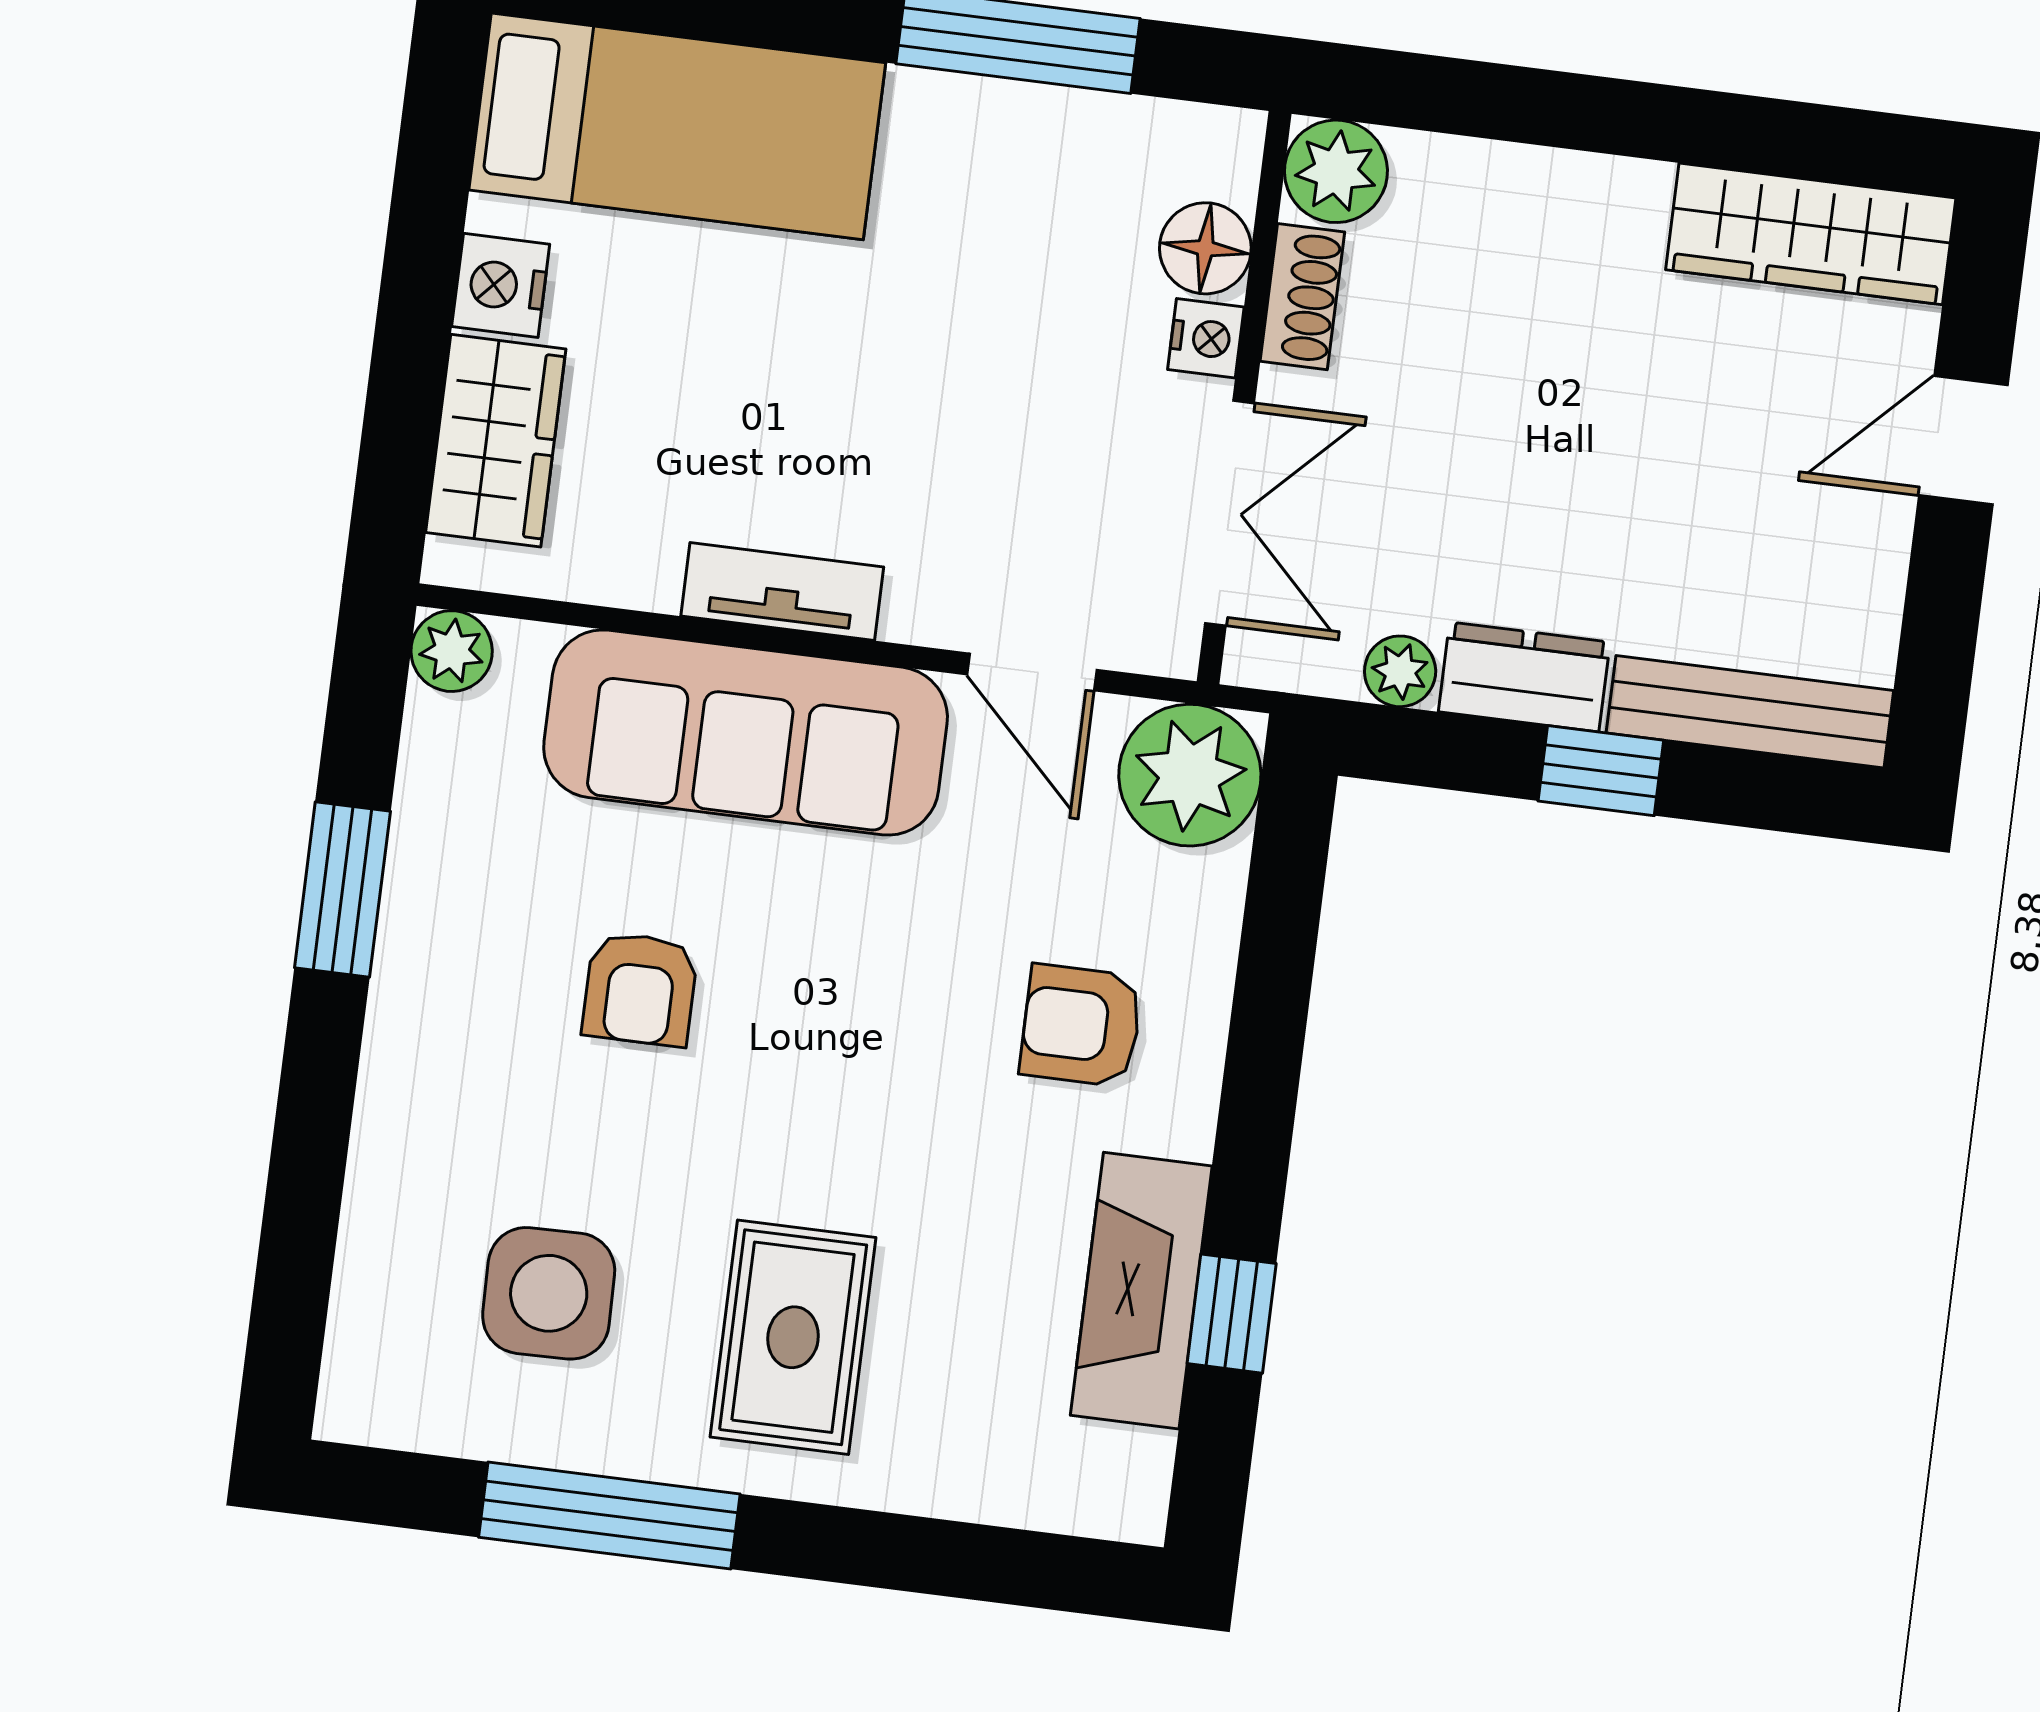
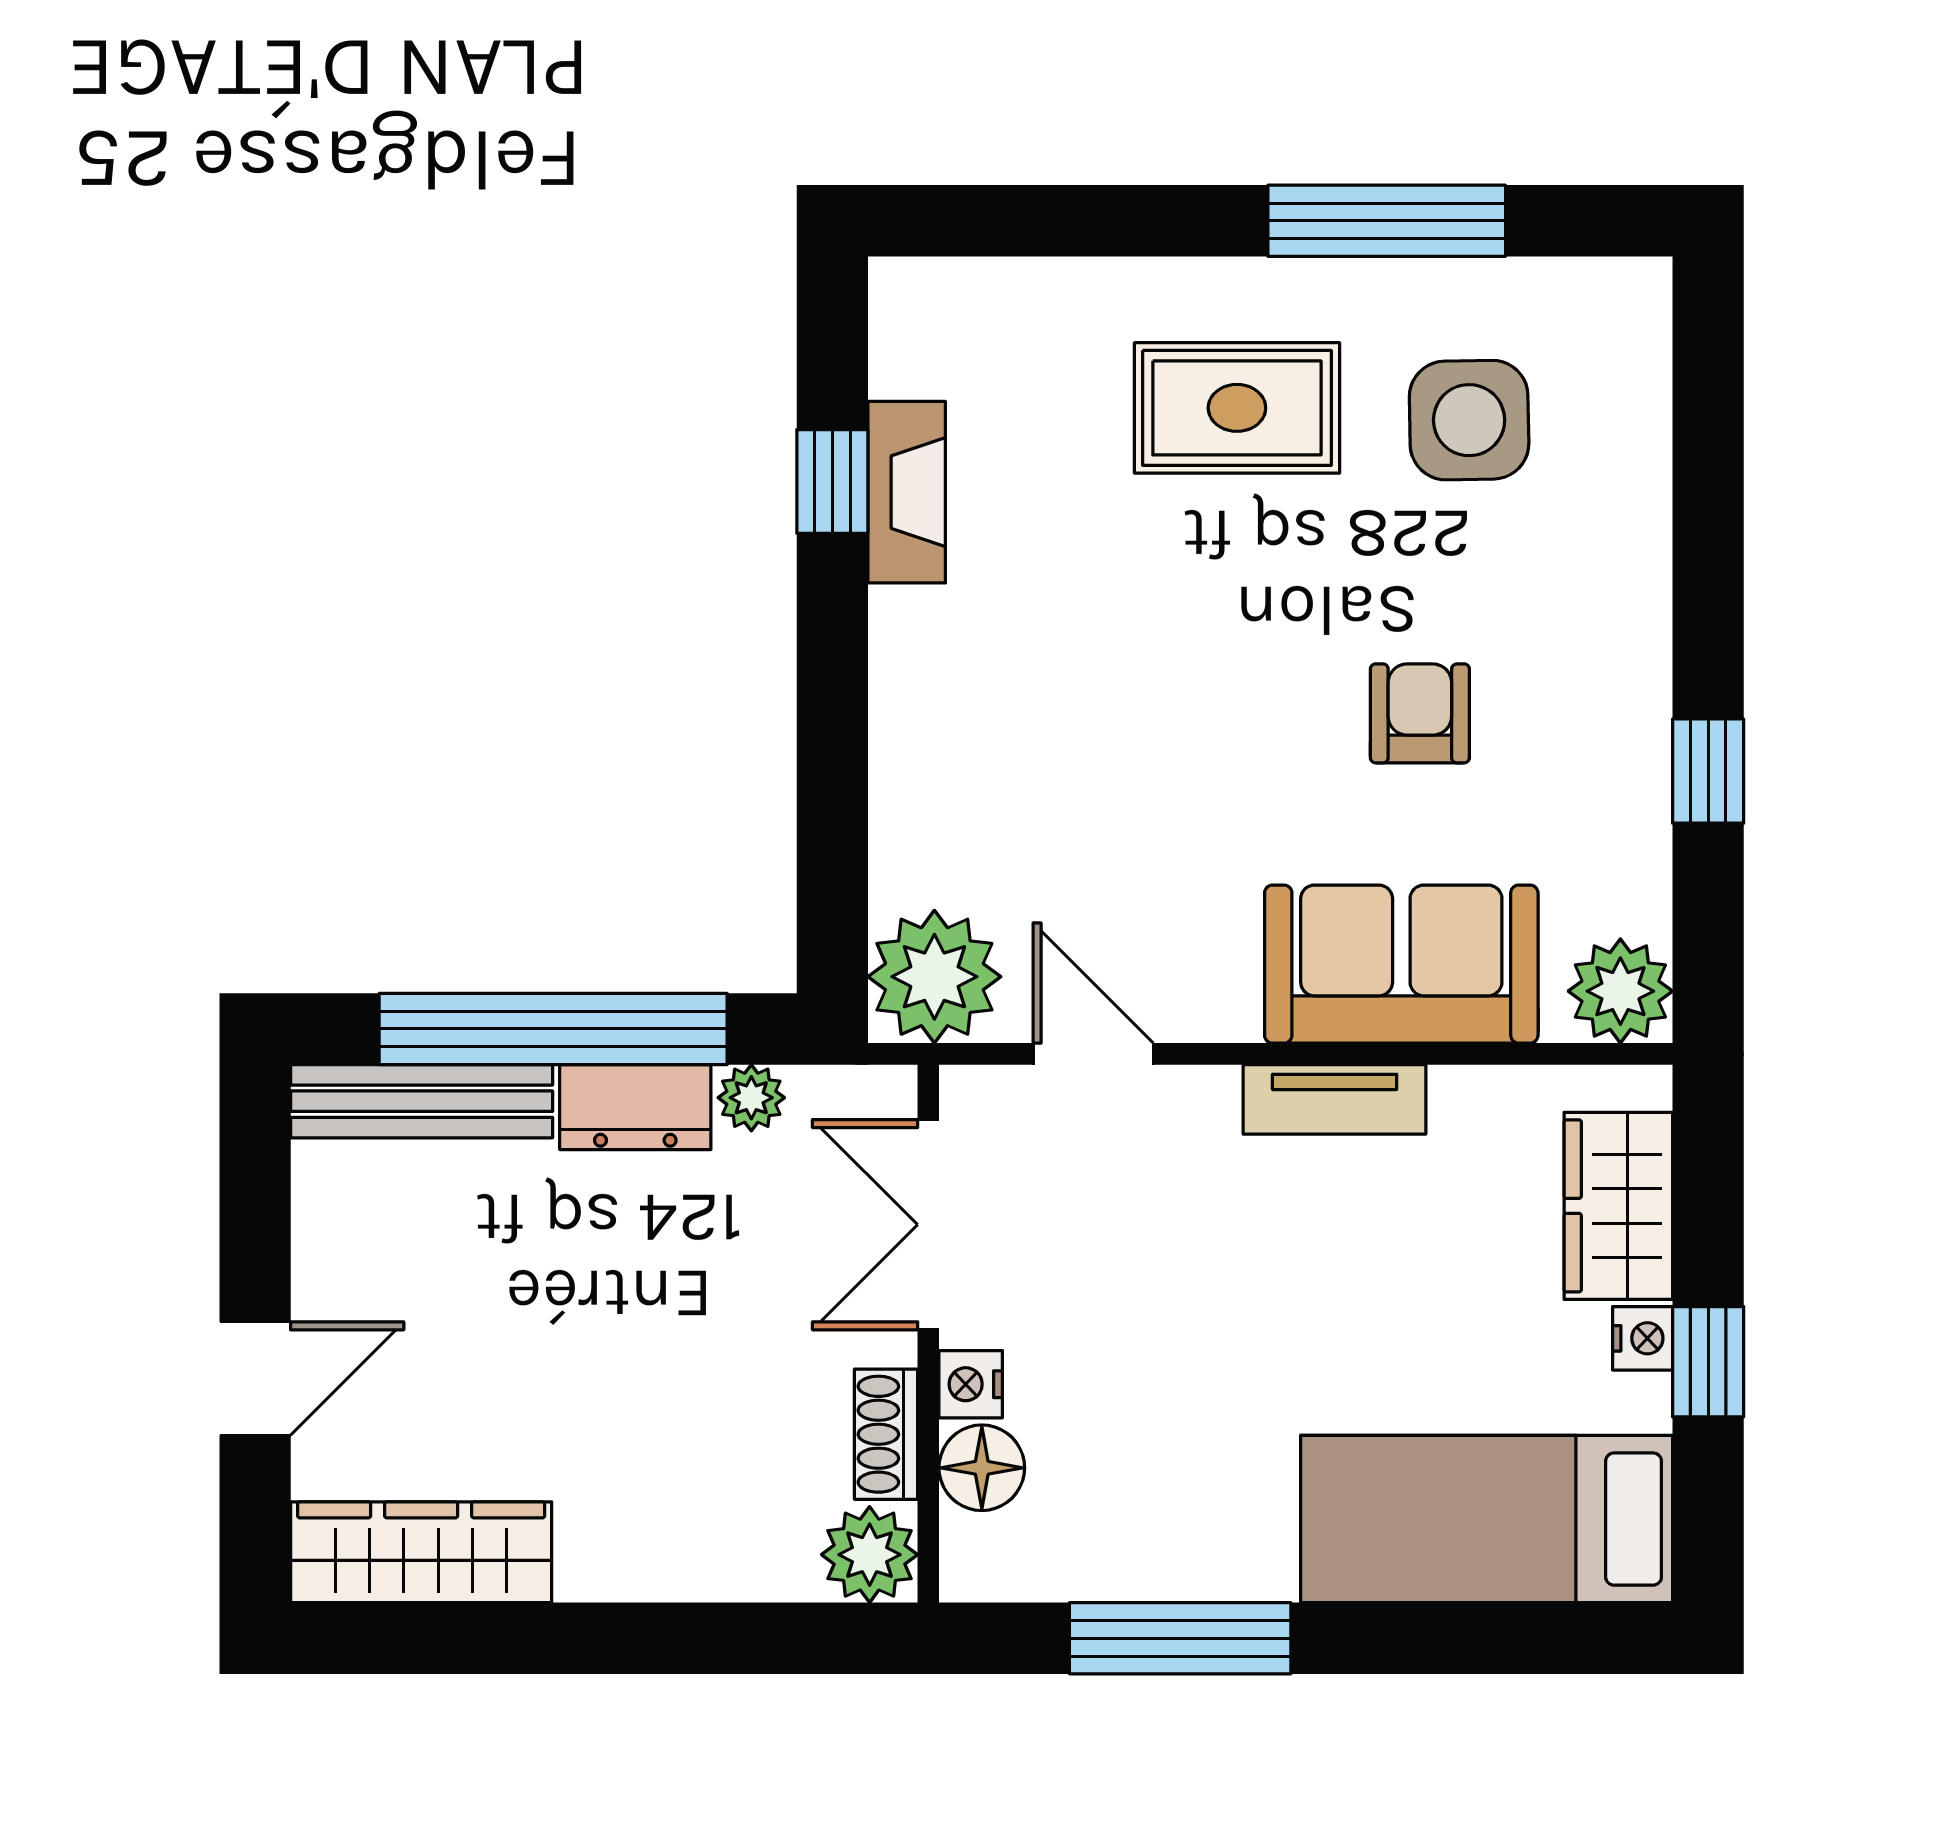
window: (421, 263) -> (1708, 1362), added
nightstand: (501, 285) -> (1643, 1338), width x0.72, depth x0.74
plant: (452, 651) -> (1620, 991), width x1.38, depth x1.38
sofa: (746, 732) -> (1401, 964), width x0.73
window: (1601, 771) -> (553, 1029), width x3.17
window: (342, 889) -> (1708, 771), width x0.67
armchair: (1081, 1025) -> (1006, 731), removed
fireplace: (1141, 1291) -> (907, 492), width x0.73, depth x0.76
rug: (793, 1337) -> (1237, 408), turned 90

